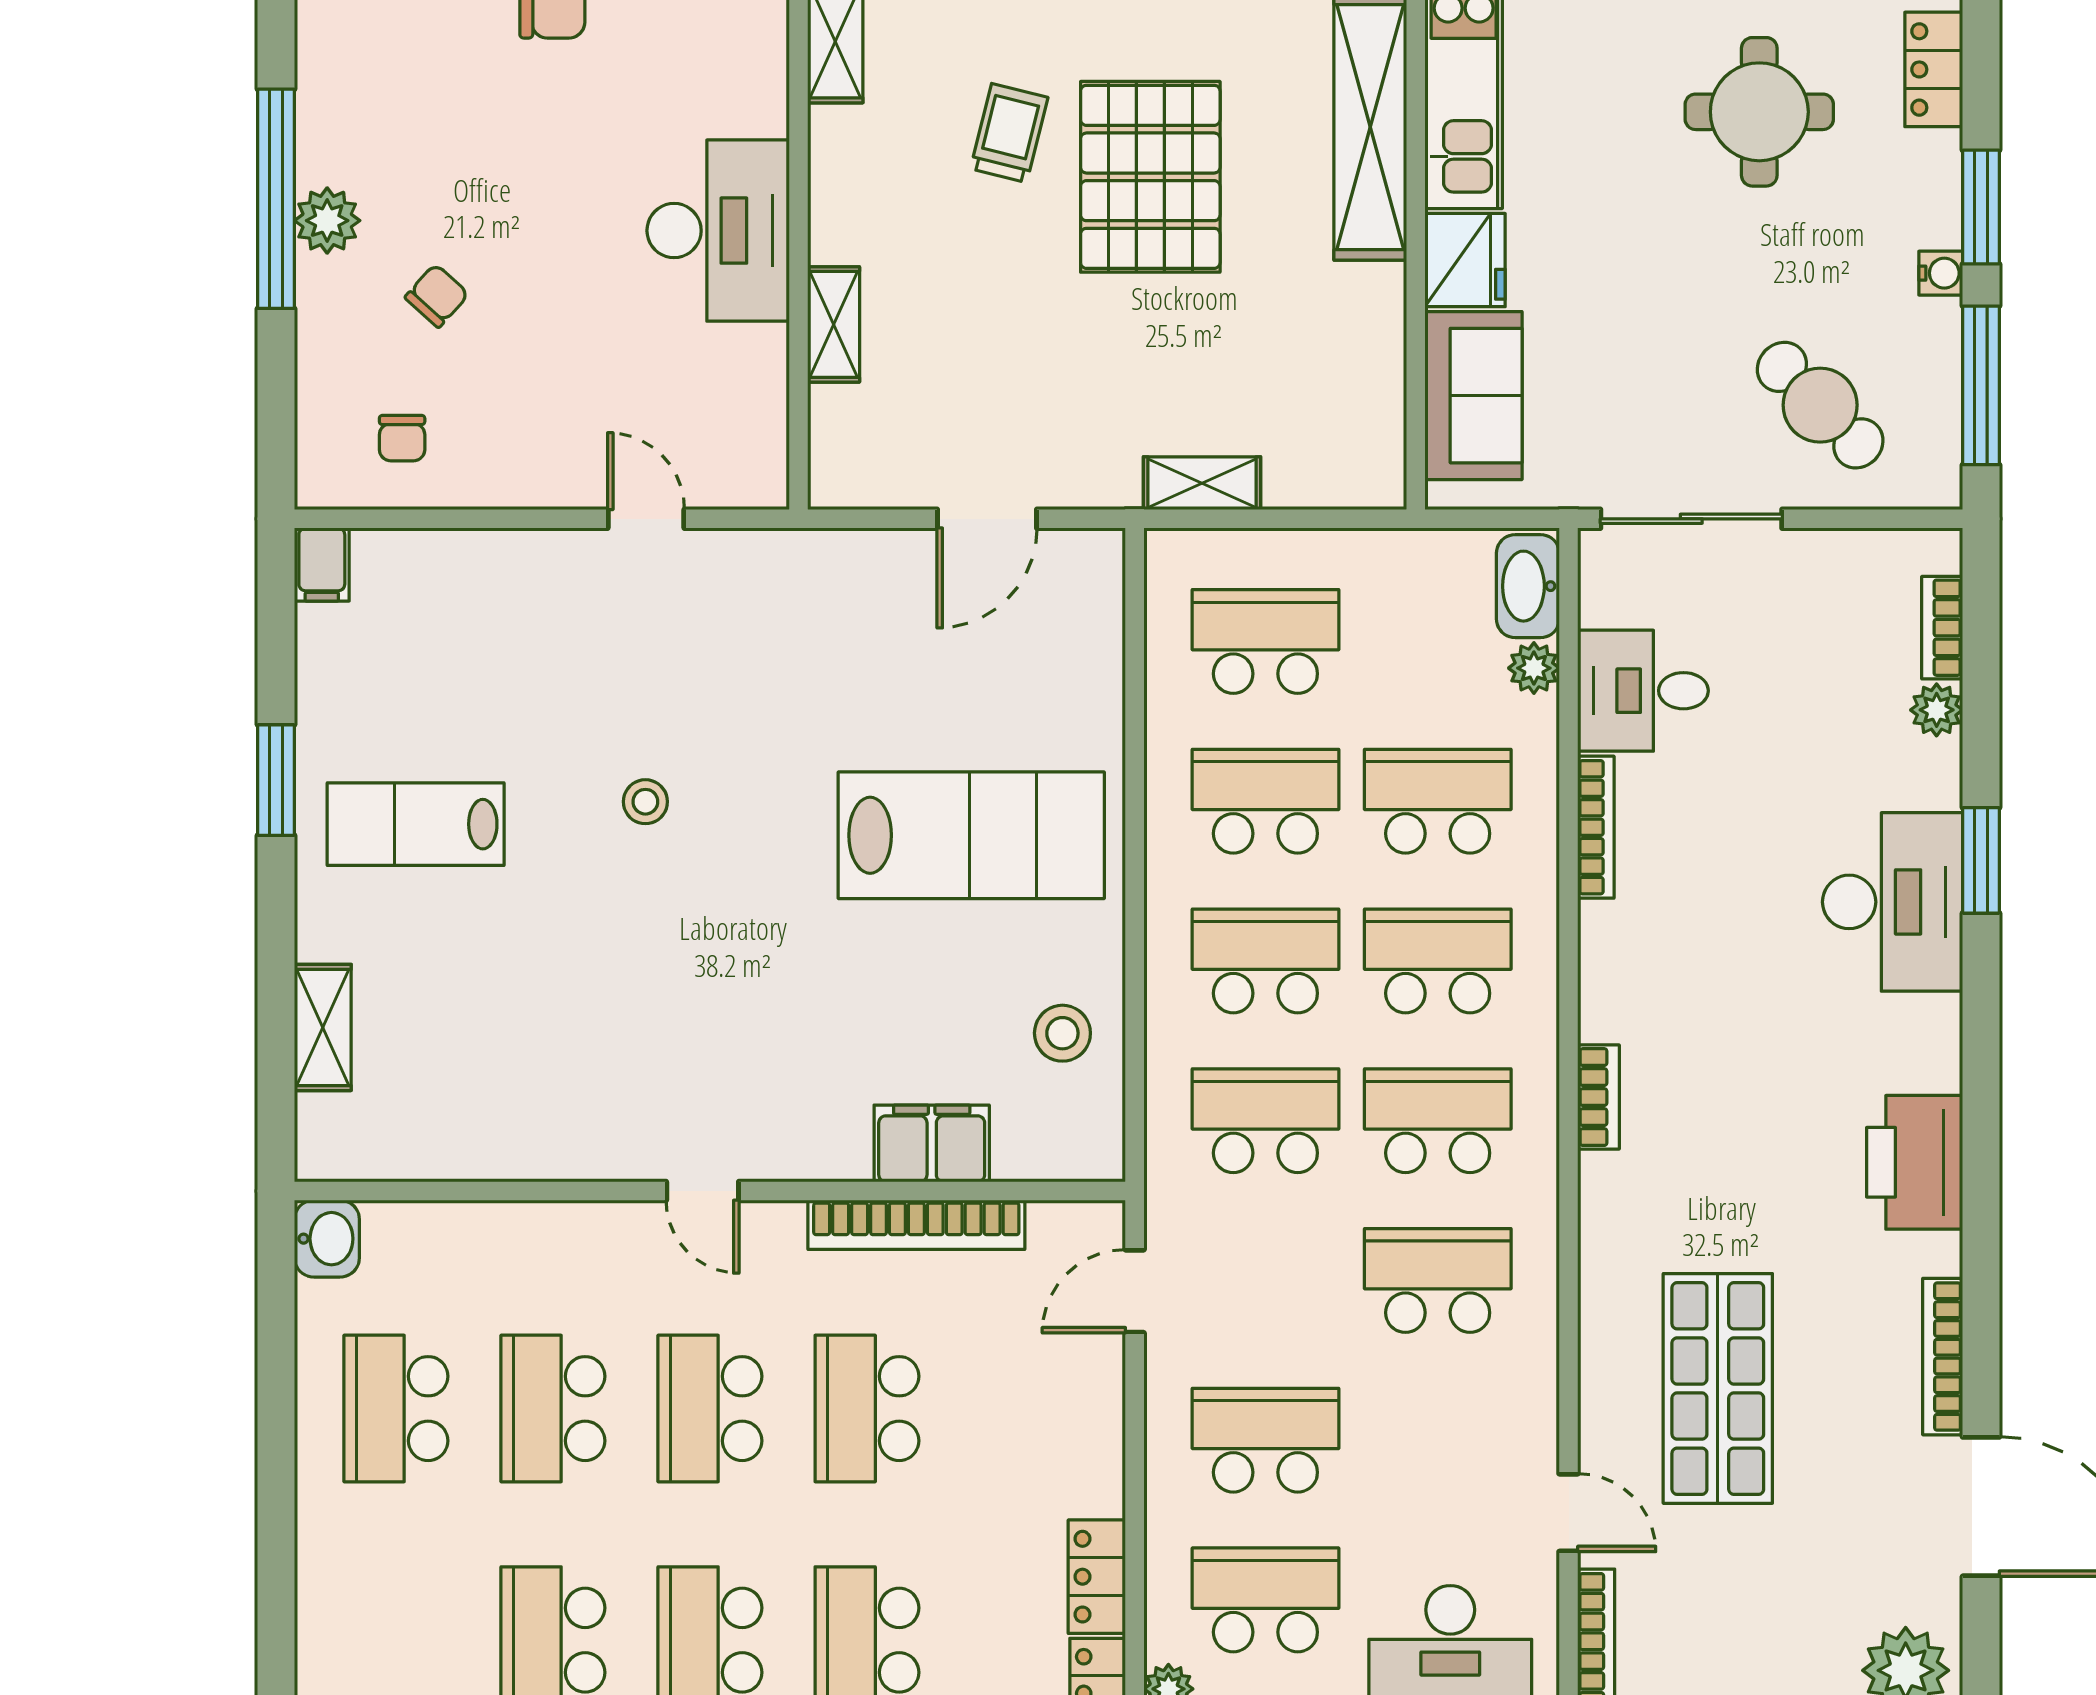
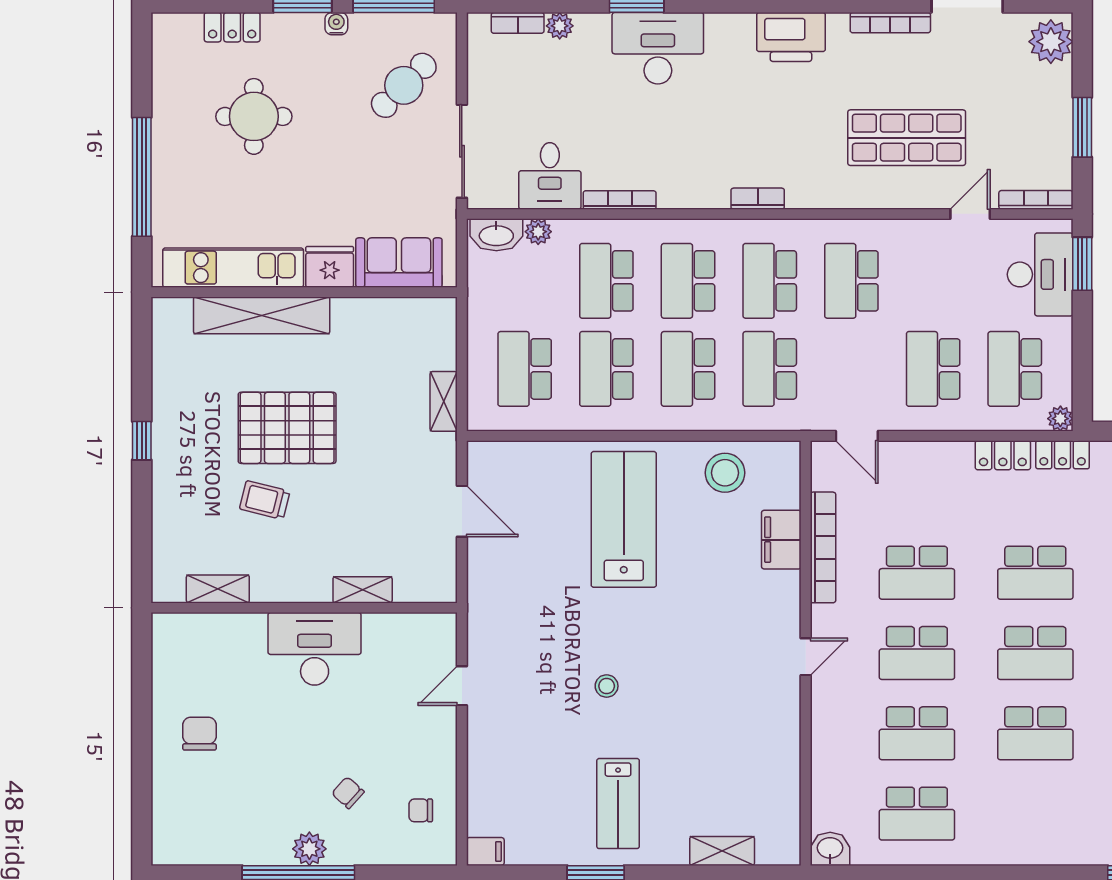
chair: (402, 438) -> (421, 810), turned 180
stool: (1062, 1033) -> (725, 473), width x1.38, depth x1.38

